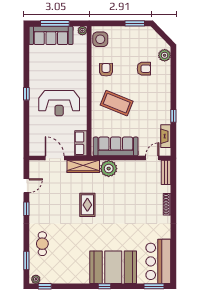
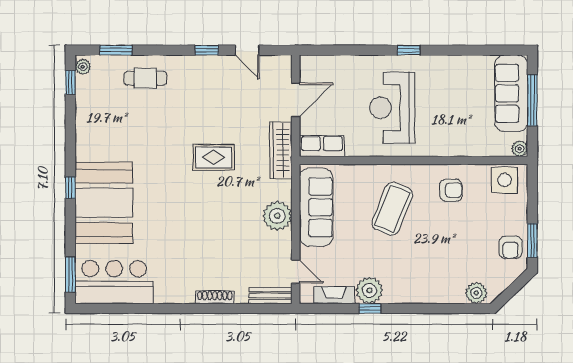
armchair: (144, 69) -> (511, 247), moved
plant: (163, 116) -> (369, 290), added
plant: (109, 169) -> (277, 216), moved

